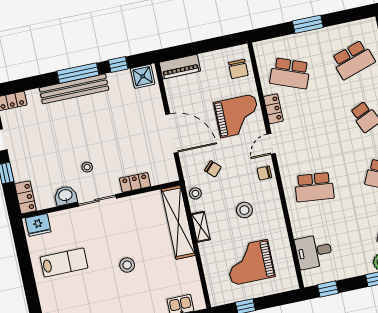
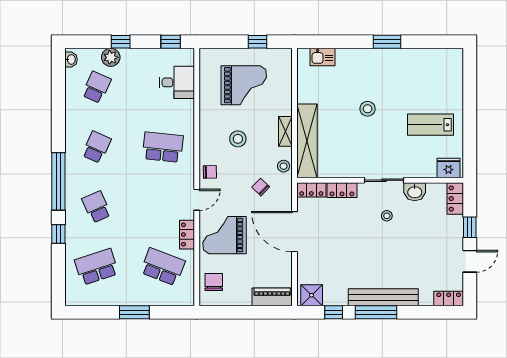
locker: (164, 176) -> (311, 190), added

